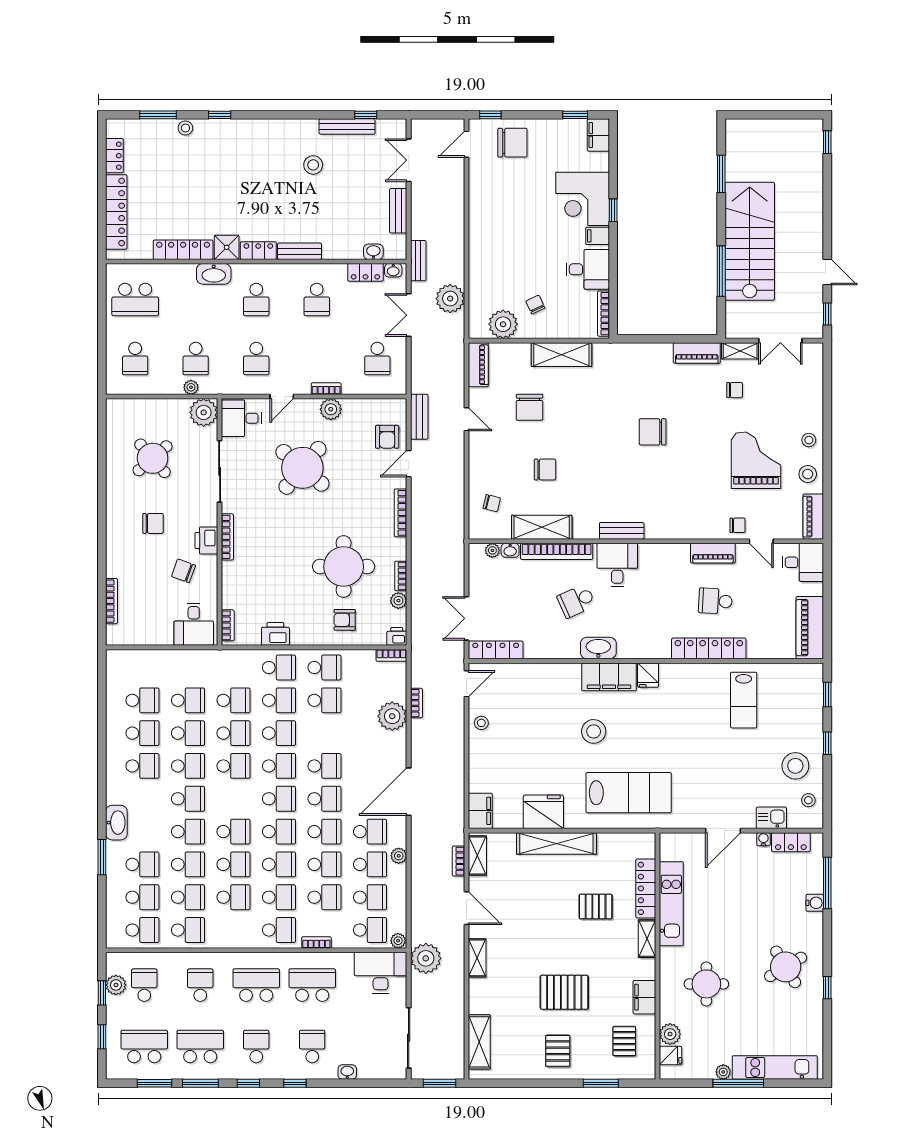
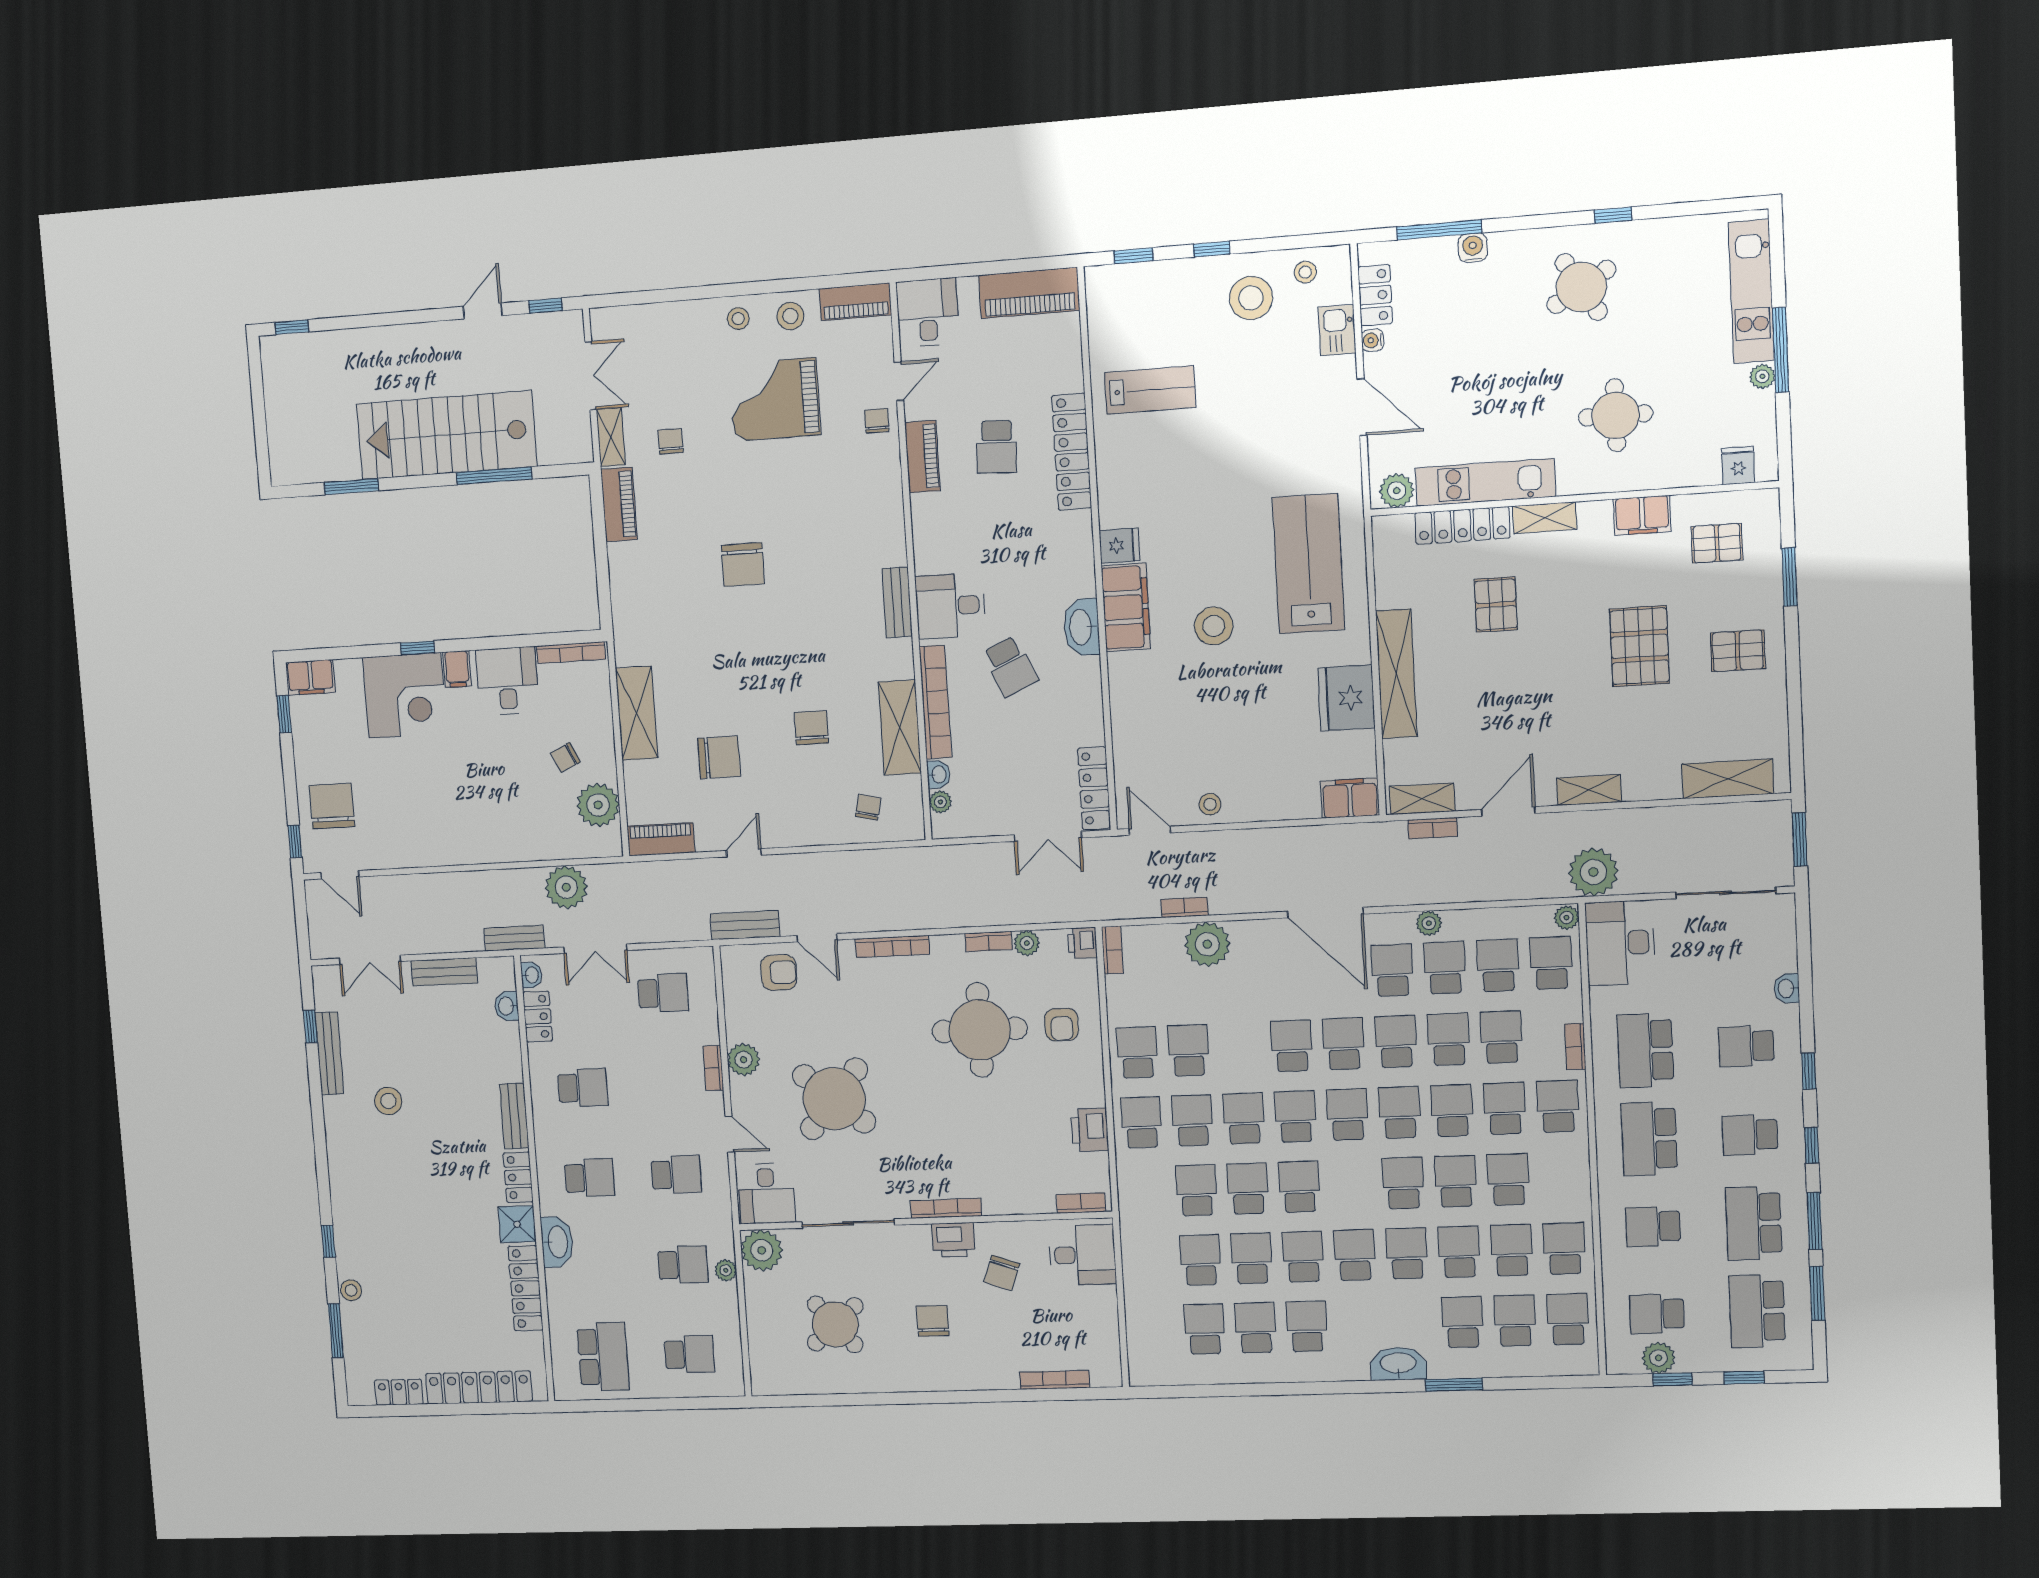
plant: (670, 1034) -> (1397, 491), moved

